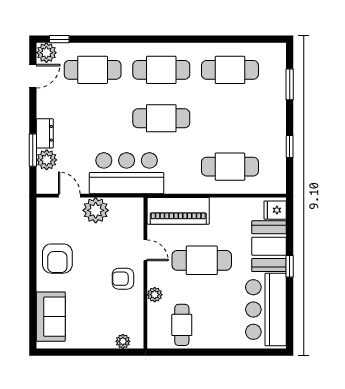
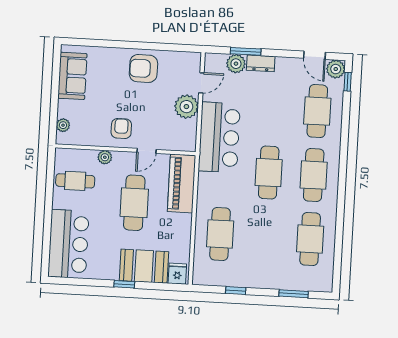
bar counter: (266, 309) -> (68, 244), moved, turned 90
sofa: (51, 317) -> (72, 76), moved, turned -90

